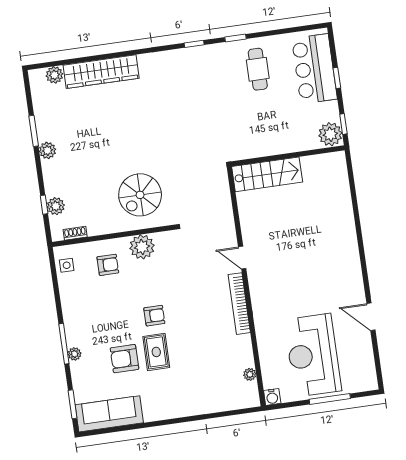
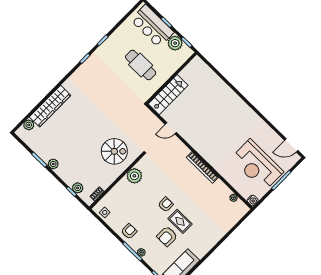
cafe table: (258, 69) -> (141, 65), moved, width x1.37, depth x1.35
plant: (330, 134) -> (175, 43), moved
spiral stairs: (140, 195) -> (114, 151), turned -90
door: (242, 258) -> (171, 128), moved
armchair: (108, 265) -> (129, 231), moved
door: (371, 317) -> (291, 145), moved

